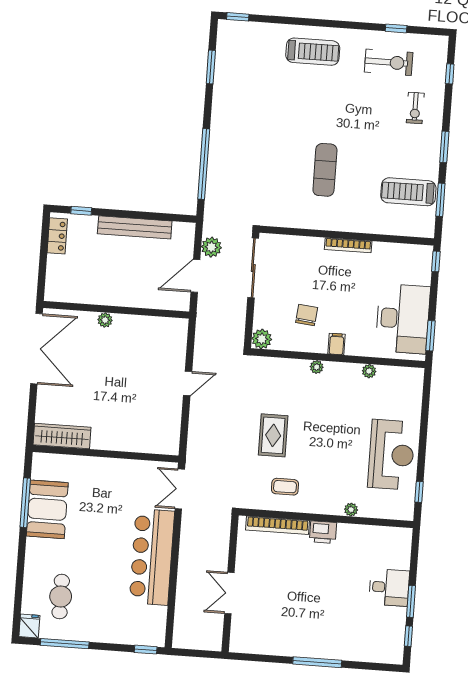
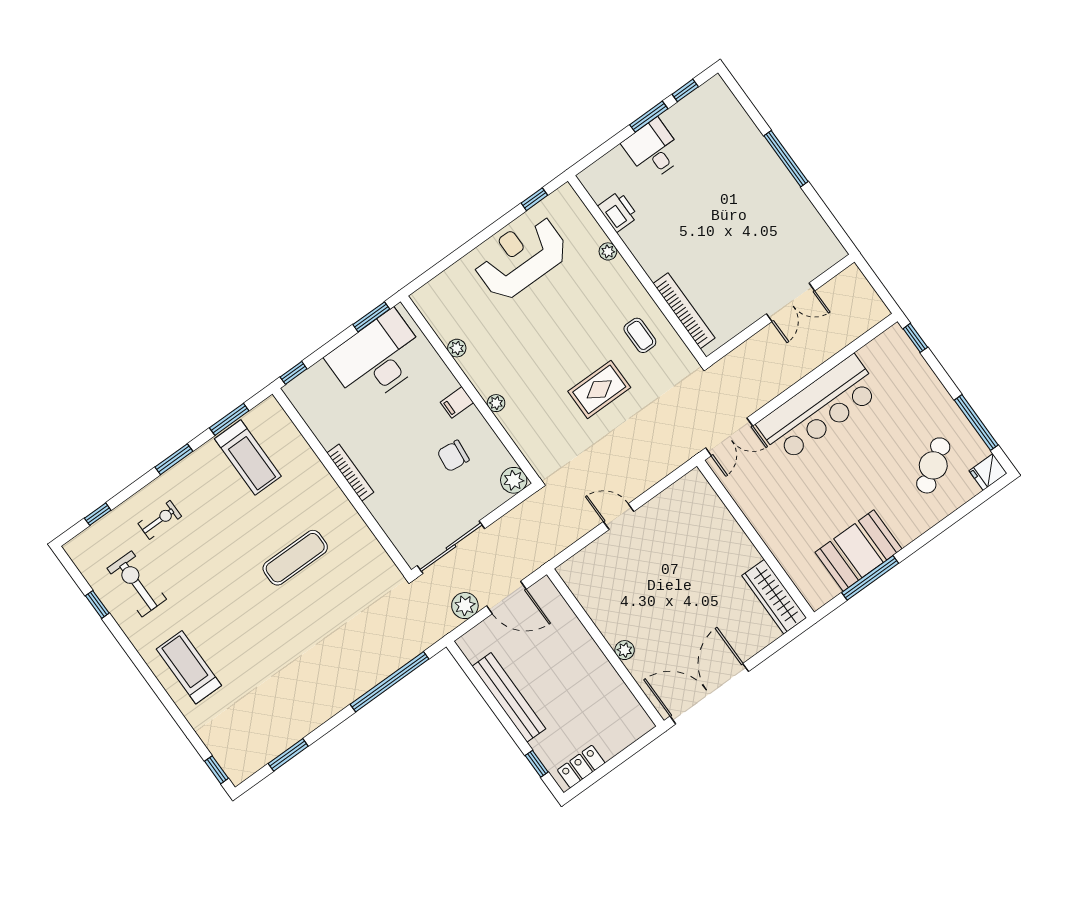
printer: (323, 532) -> (618, 211), moved
cafe table: (61, 597) -> (933, 465), turned -34

